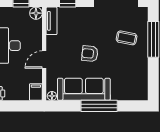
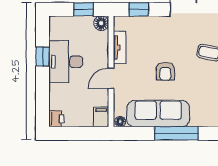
tv unit: (52, 21) -> (120, 47), moved
armchair: (90, 54) -> (165, 71), turned -96

